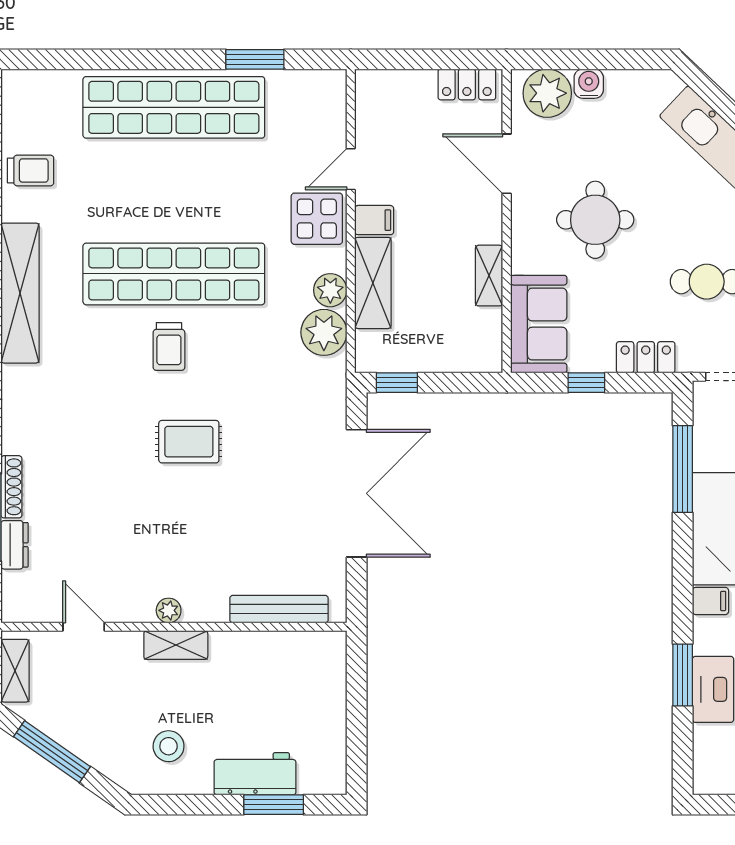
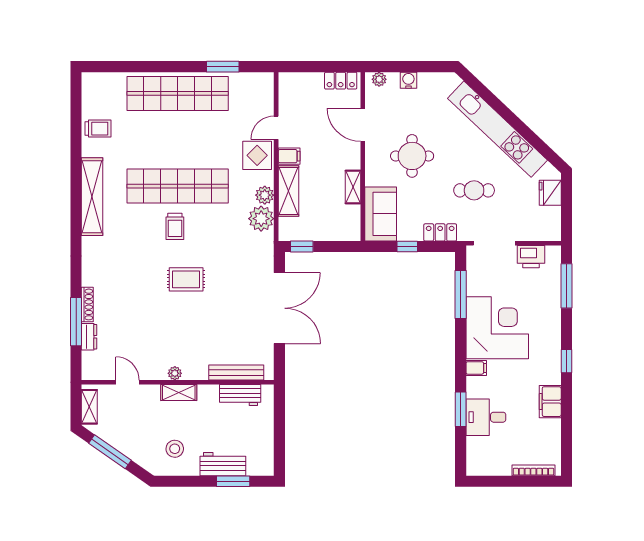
plant: (547, 93) -> (379, 79), width x0.53, depth x0.53
workbench: (286, 650) -> (240, 395), added

